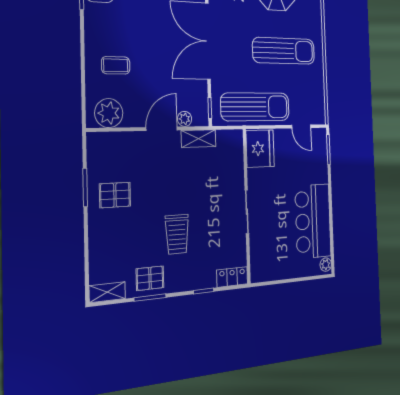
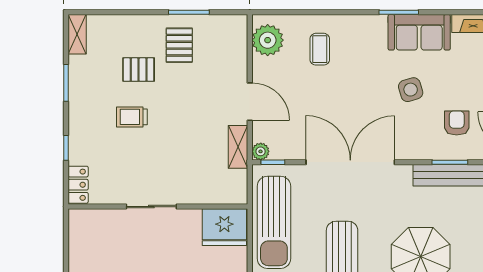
plant: (185, 119) -> (261, 151), moved
trolley: (177, 234) -> (132, 117), width x0.73, depth x0.72
pallet: (150, 278) -> (139, 70), moved, turned 90

